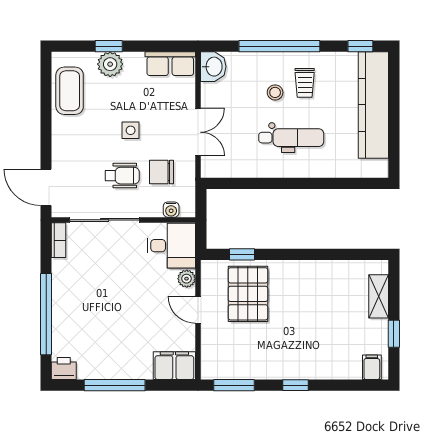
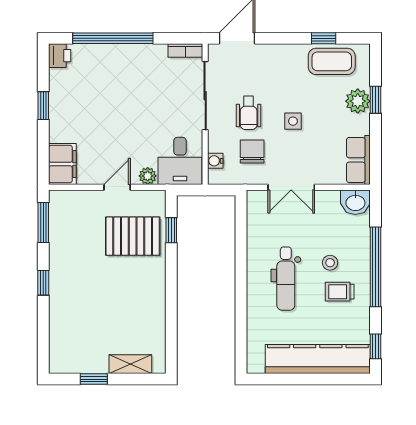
window: (46, 99) -> (324, 38), added
filing cabinet: (372, 367) -> (61, 357), removed
window: (115, 385) -> (43, 106), width x0.46

